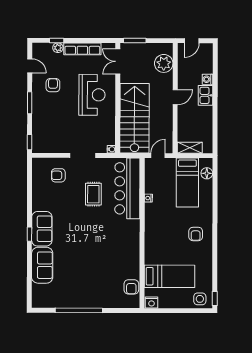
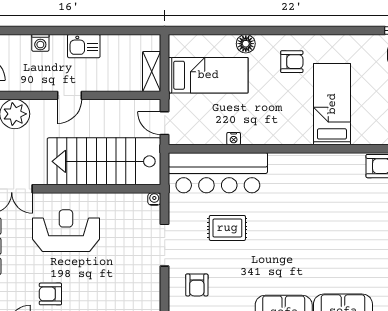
kitchen sink: (205, 95) -> (84, 46), moved
door: (175, 97) -> (69, 95), swing flipped
floor lamp: (207, 173) -> (246, 44), moved
bed: (169, 276) -> (332, 104), moved

